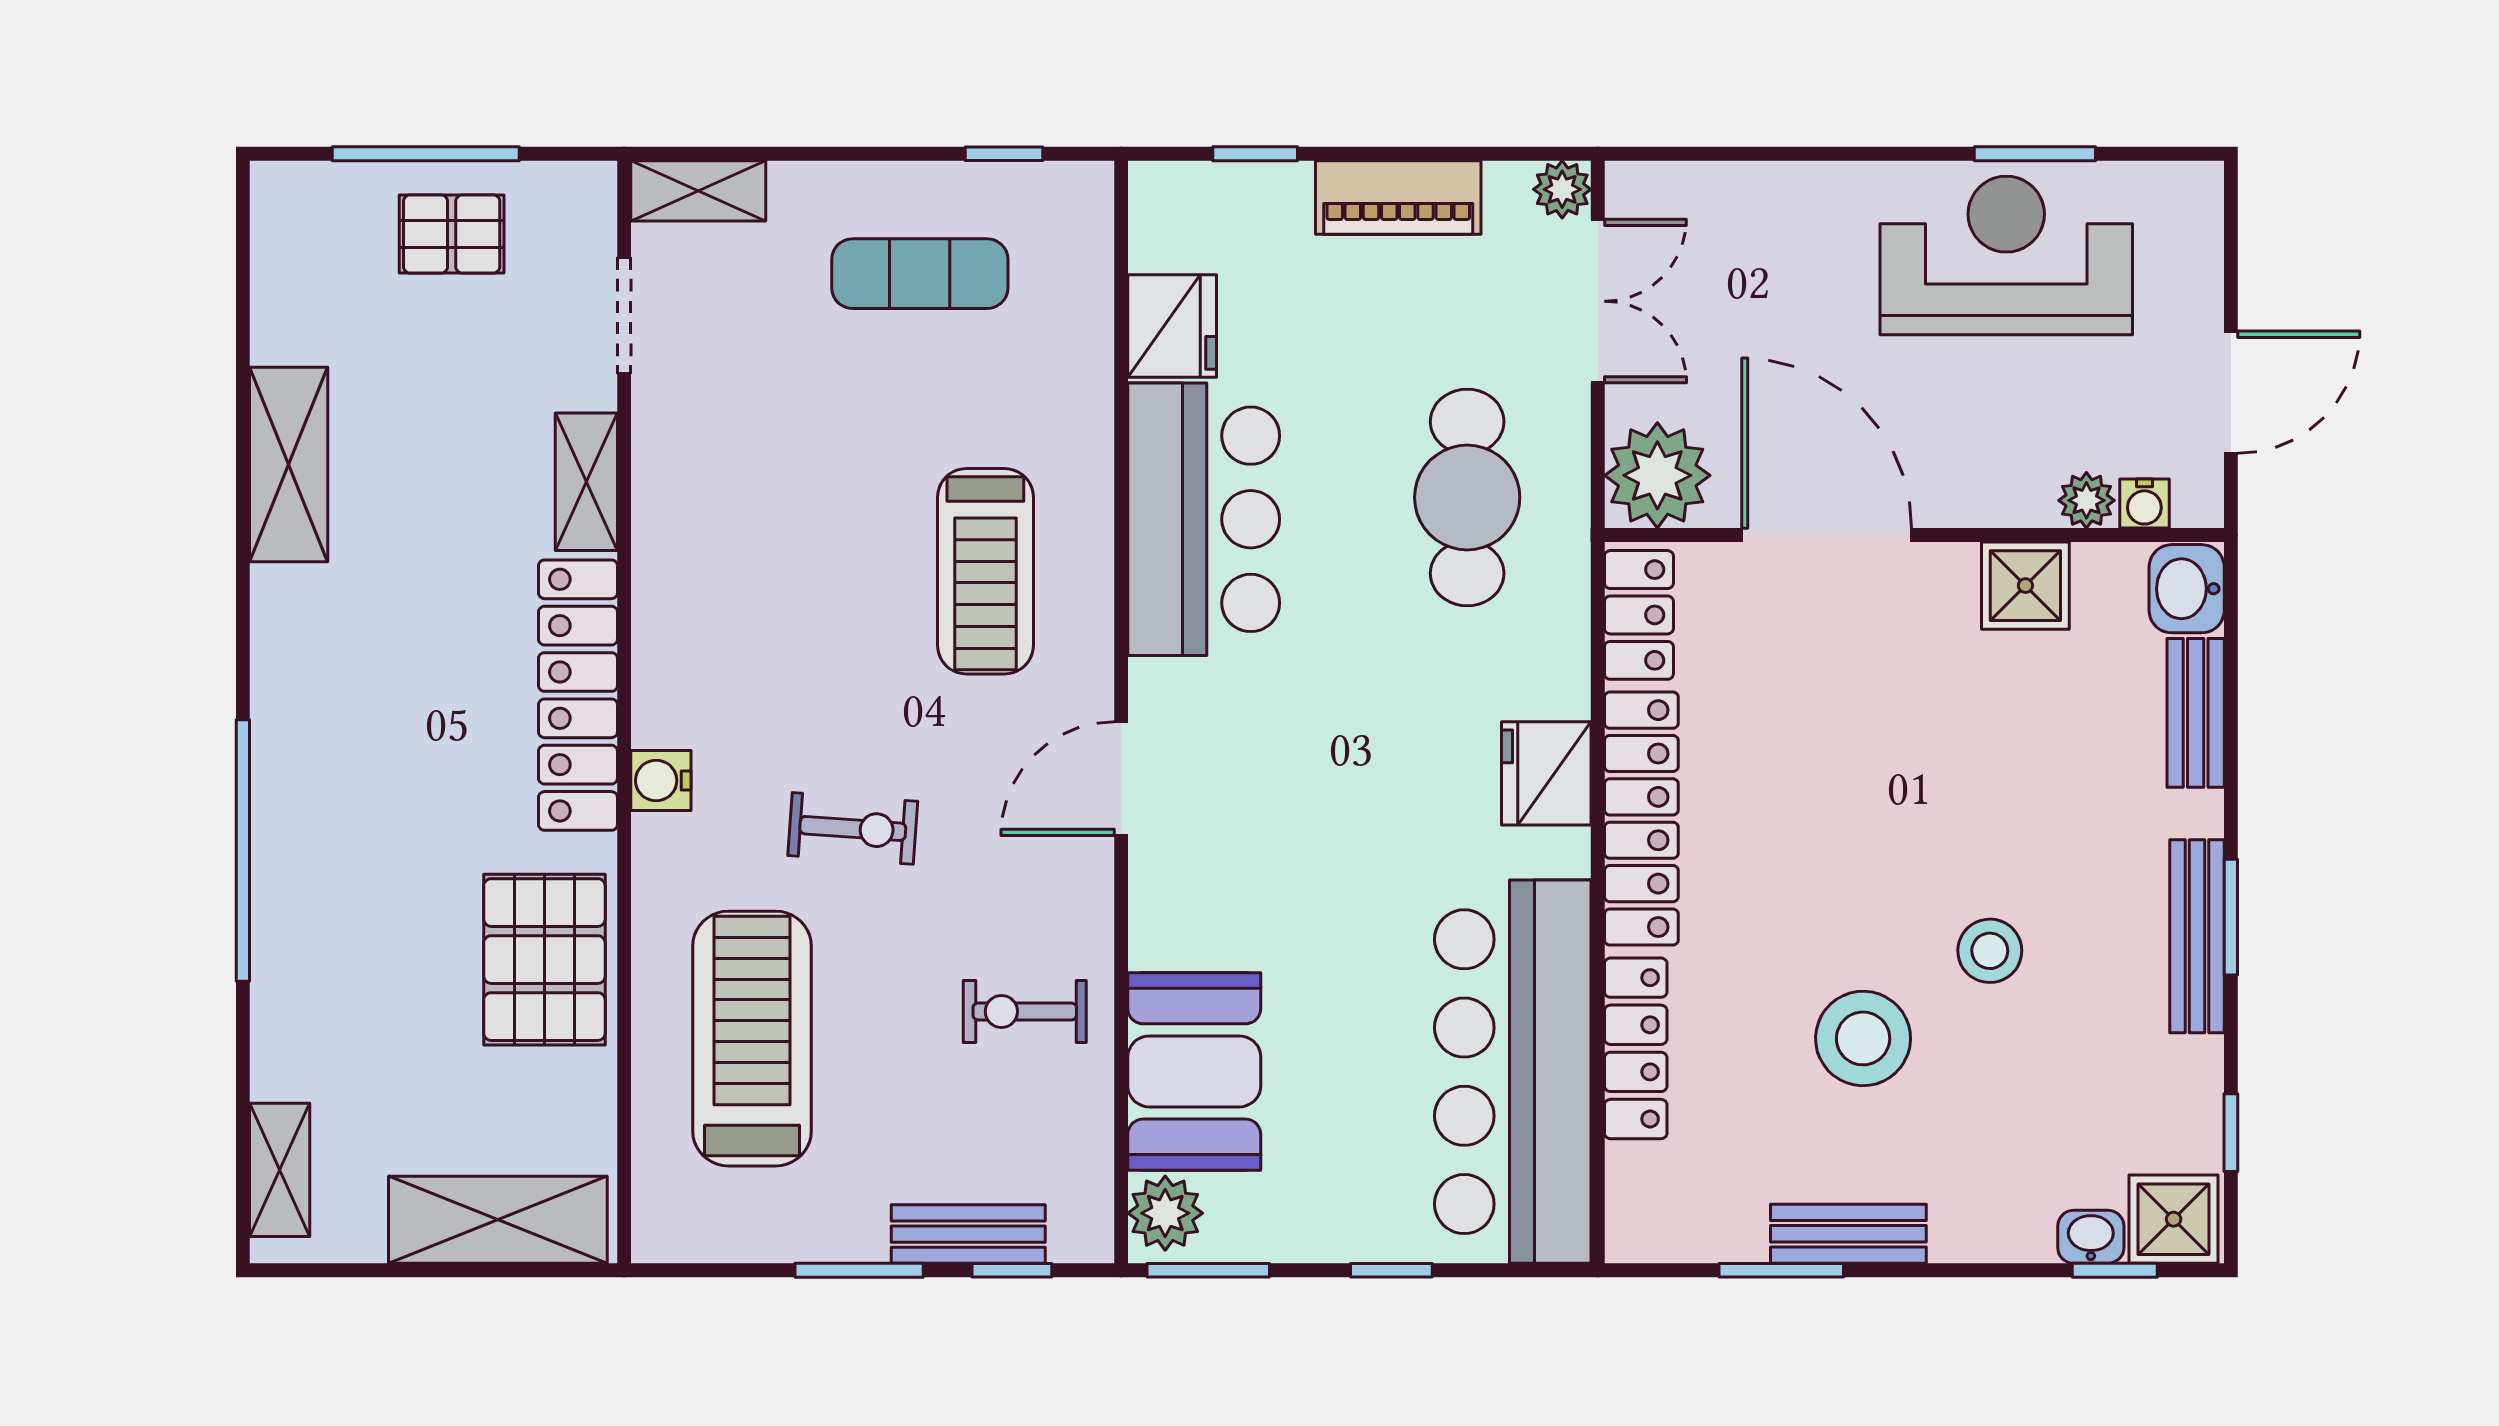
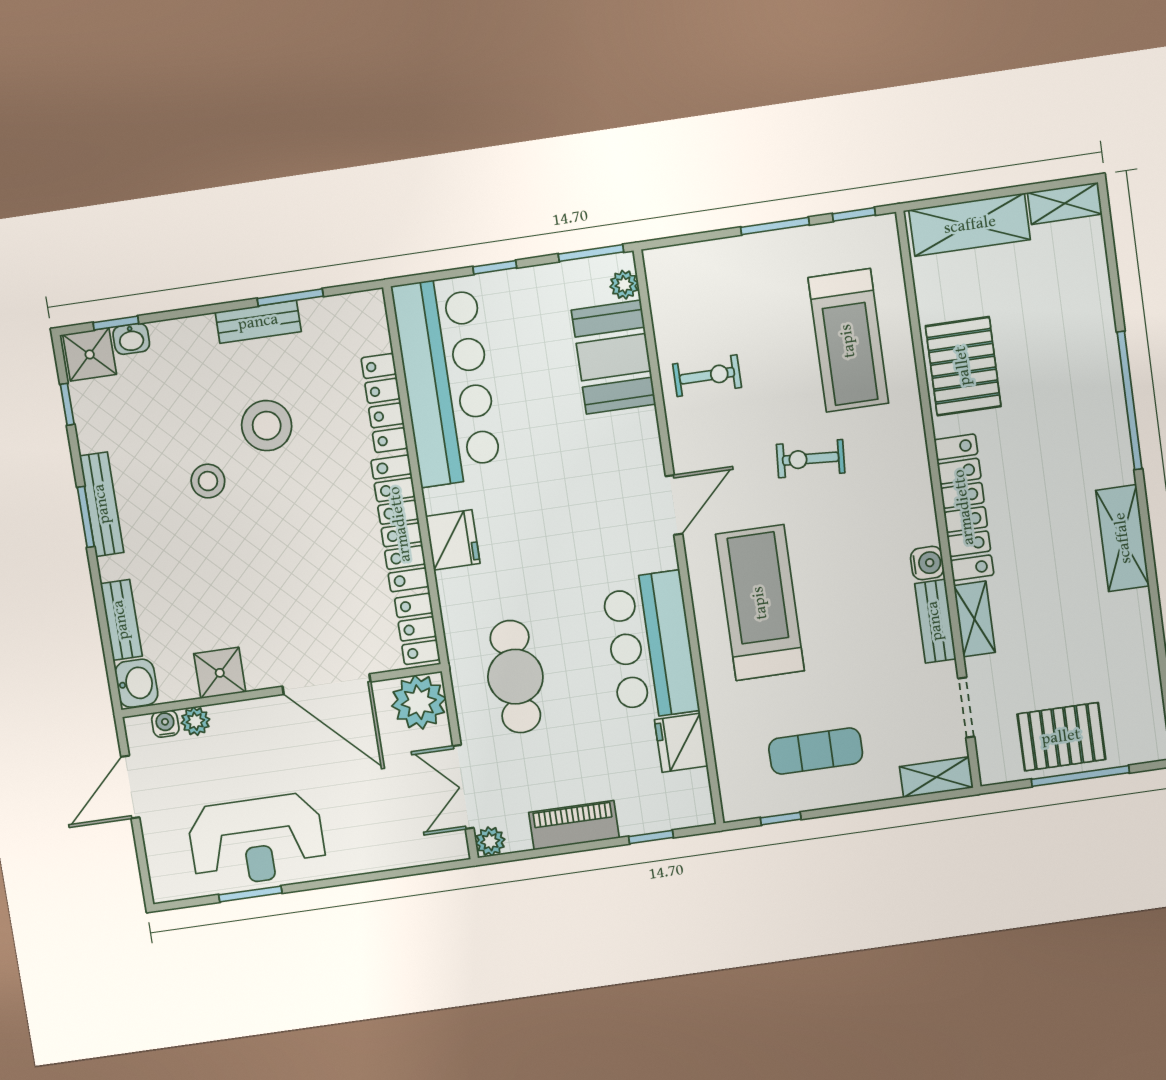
pallet: (452, 234) -> (1061, 737), width x1.50, depth x1.42
shelving: (289, 464) -> (1123, 538), moved
treadmill: (985, 571) -> (760, 603), width x1.37, depth x1.38
water cooler: (661, 781) -> (927, 563), moved
shelving: (280, 1170) -> (1065, 203), moved, turned 90
plant: (1165, 1213) -> (624, 285), width x0.73, depth x0.73
bench: (968, 1234) -> (935, 621), moved, turned 90
window: (1012, 1270) -> (854, 214), moved

